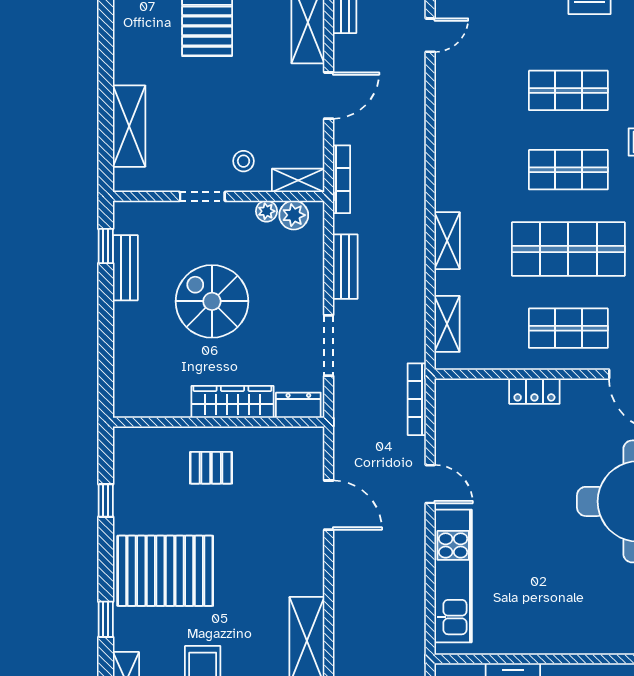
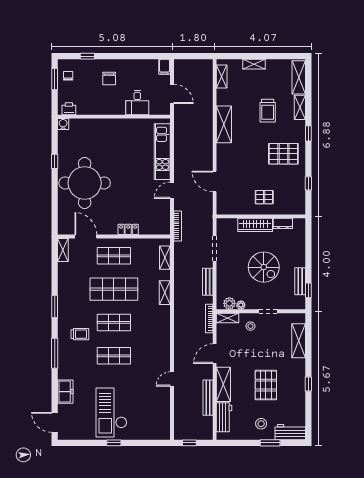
window: (106, 23) -> (308, 384), added
dresser: (298, 405) -> (283, 223), moved
door: (430, 484) -> (172, 190), hinge flipped
pallet: (165, 571) -> (283, 154), width x0.73, depth x0.71

